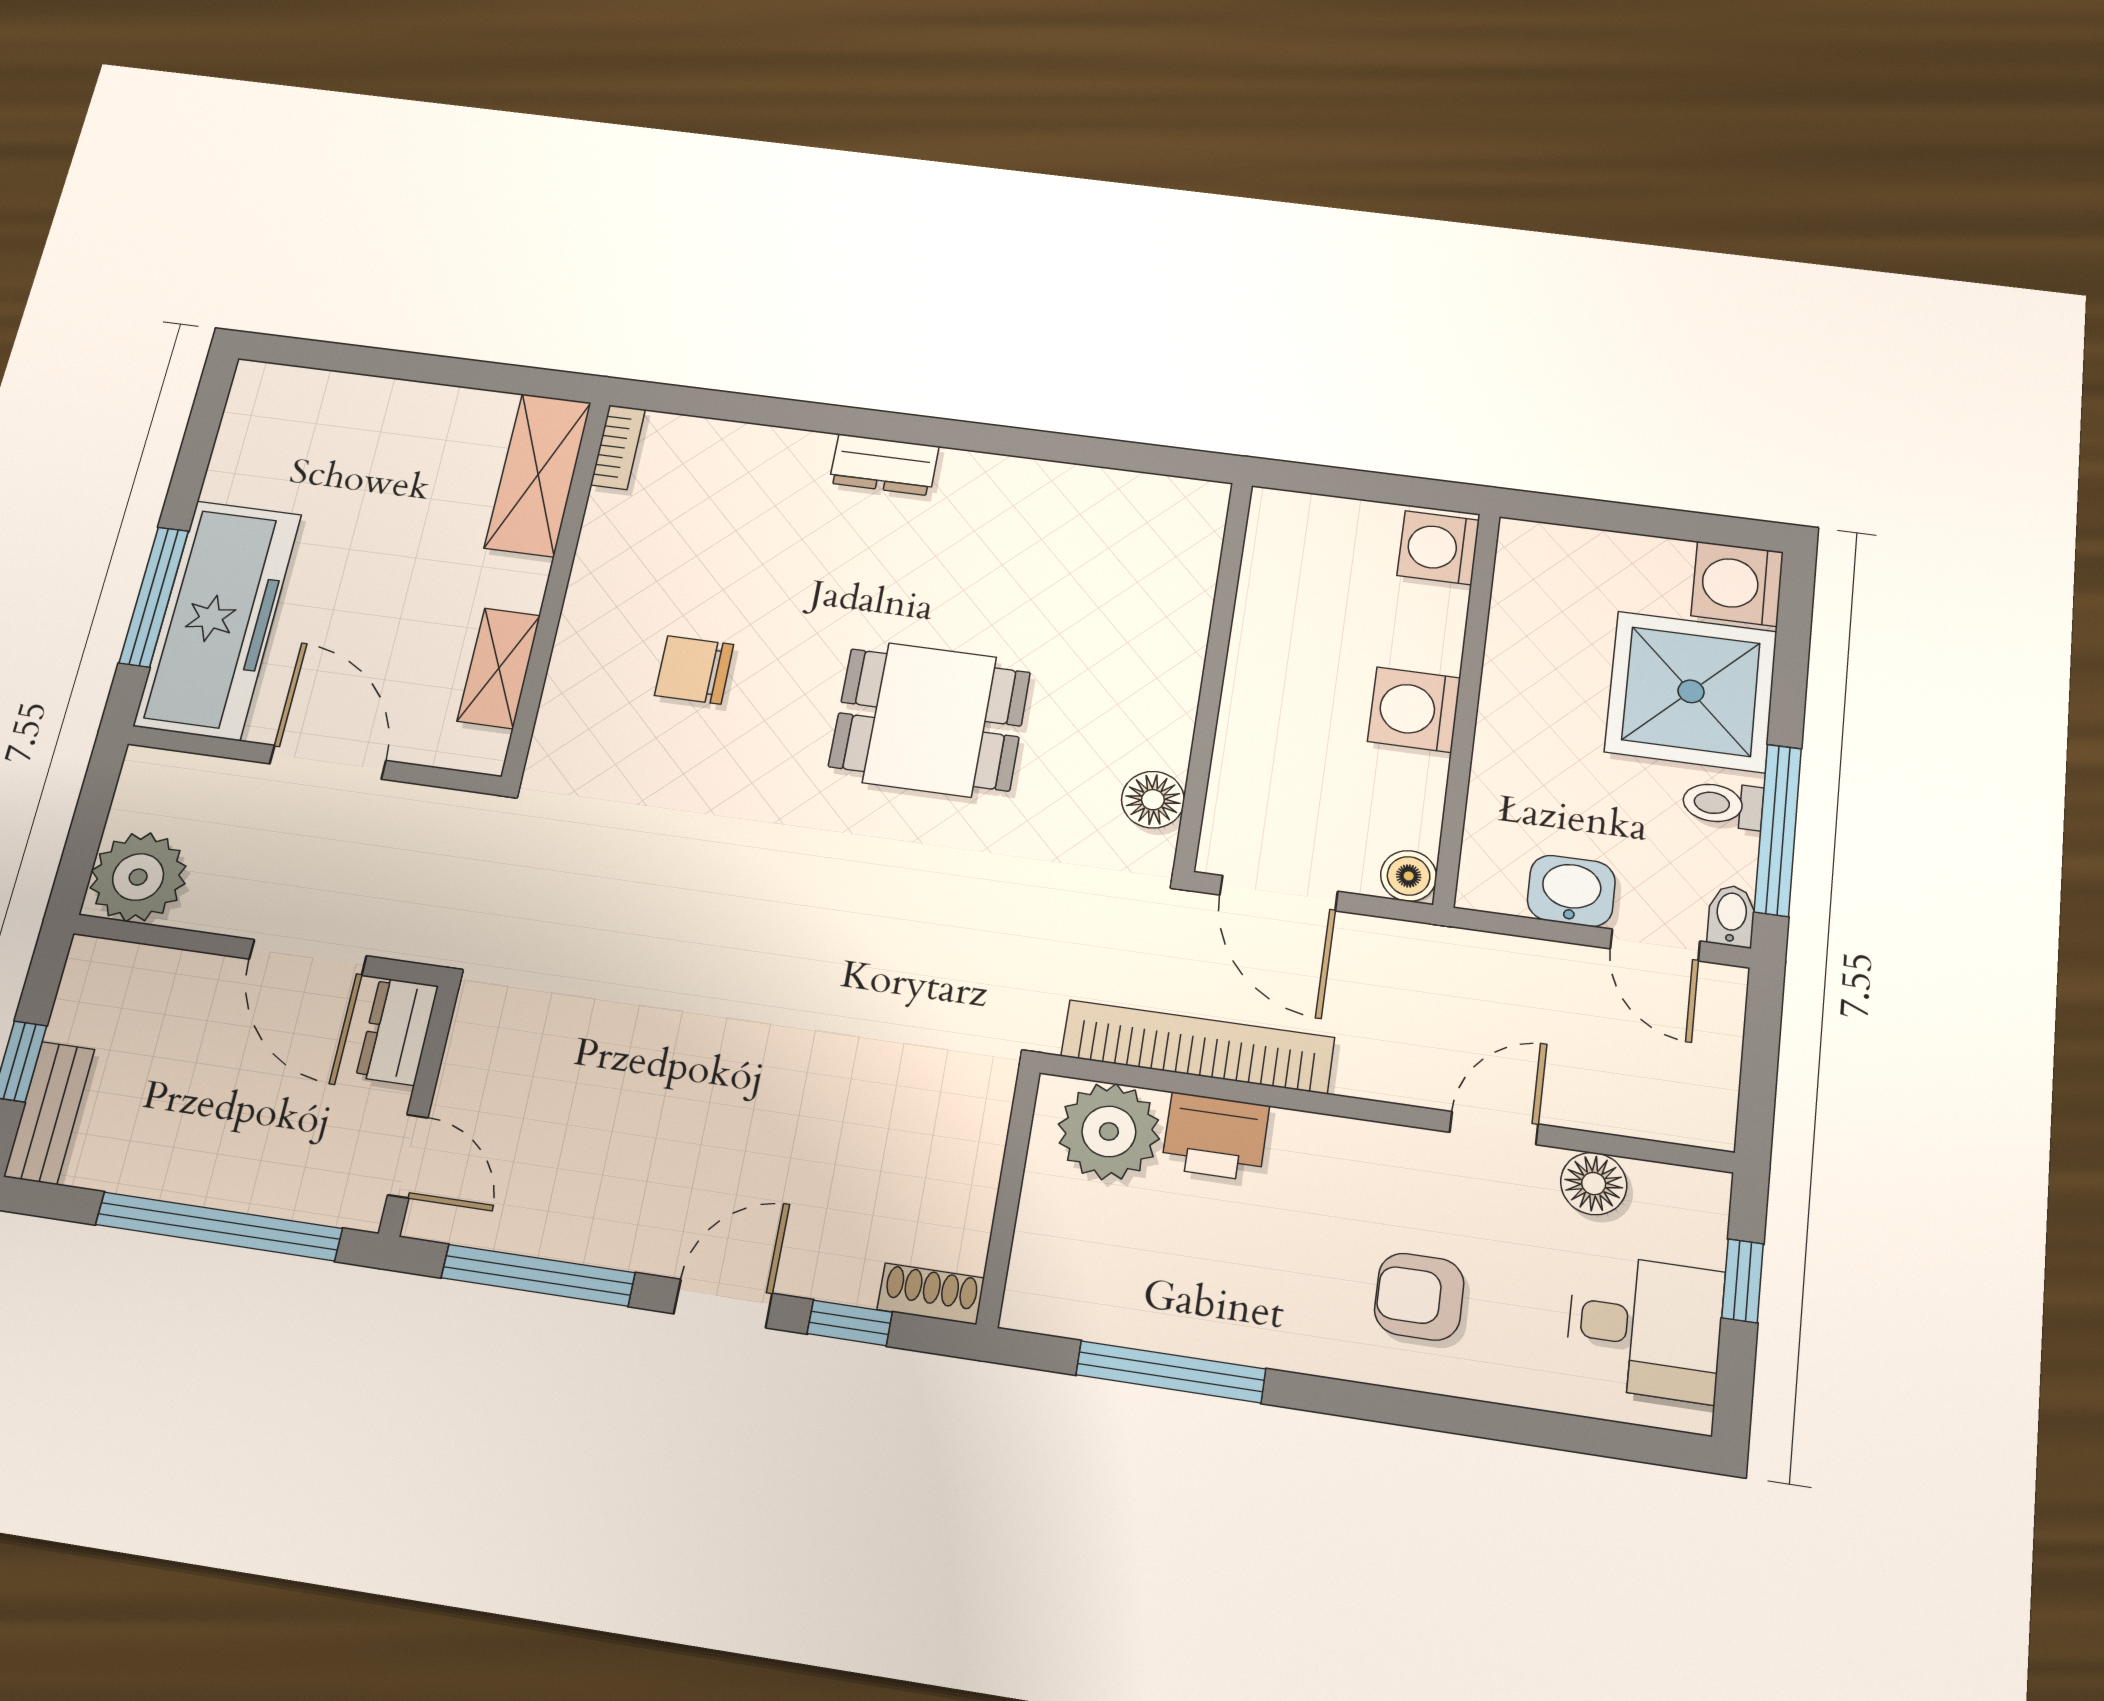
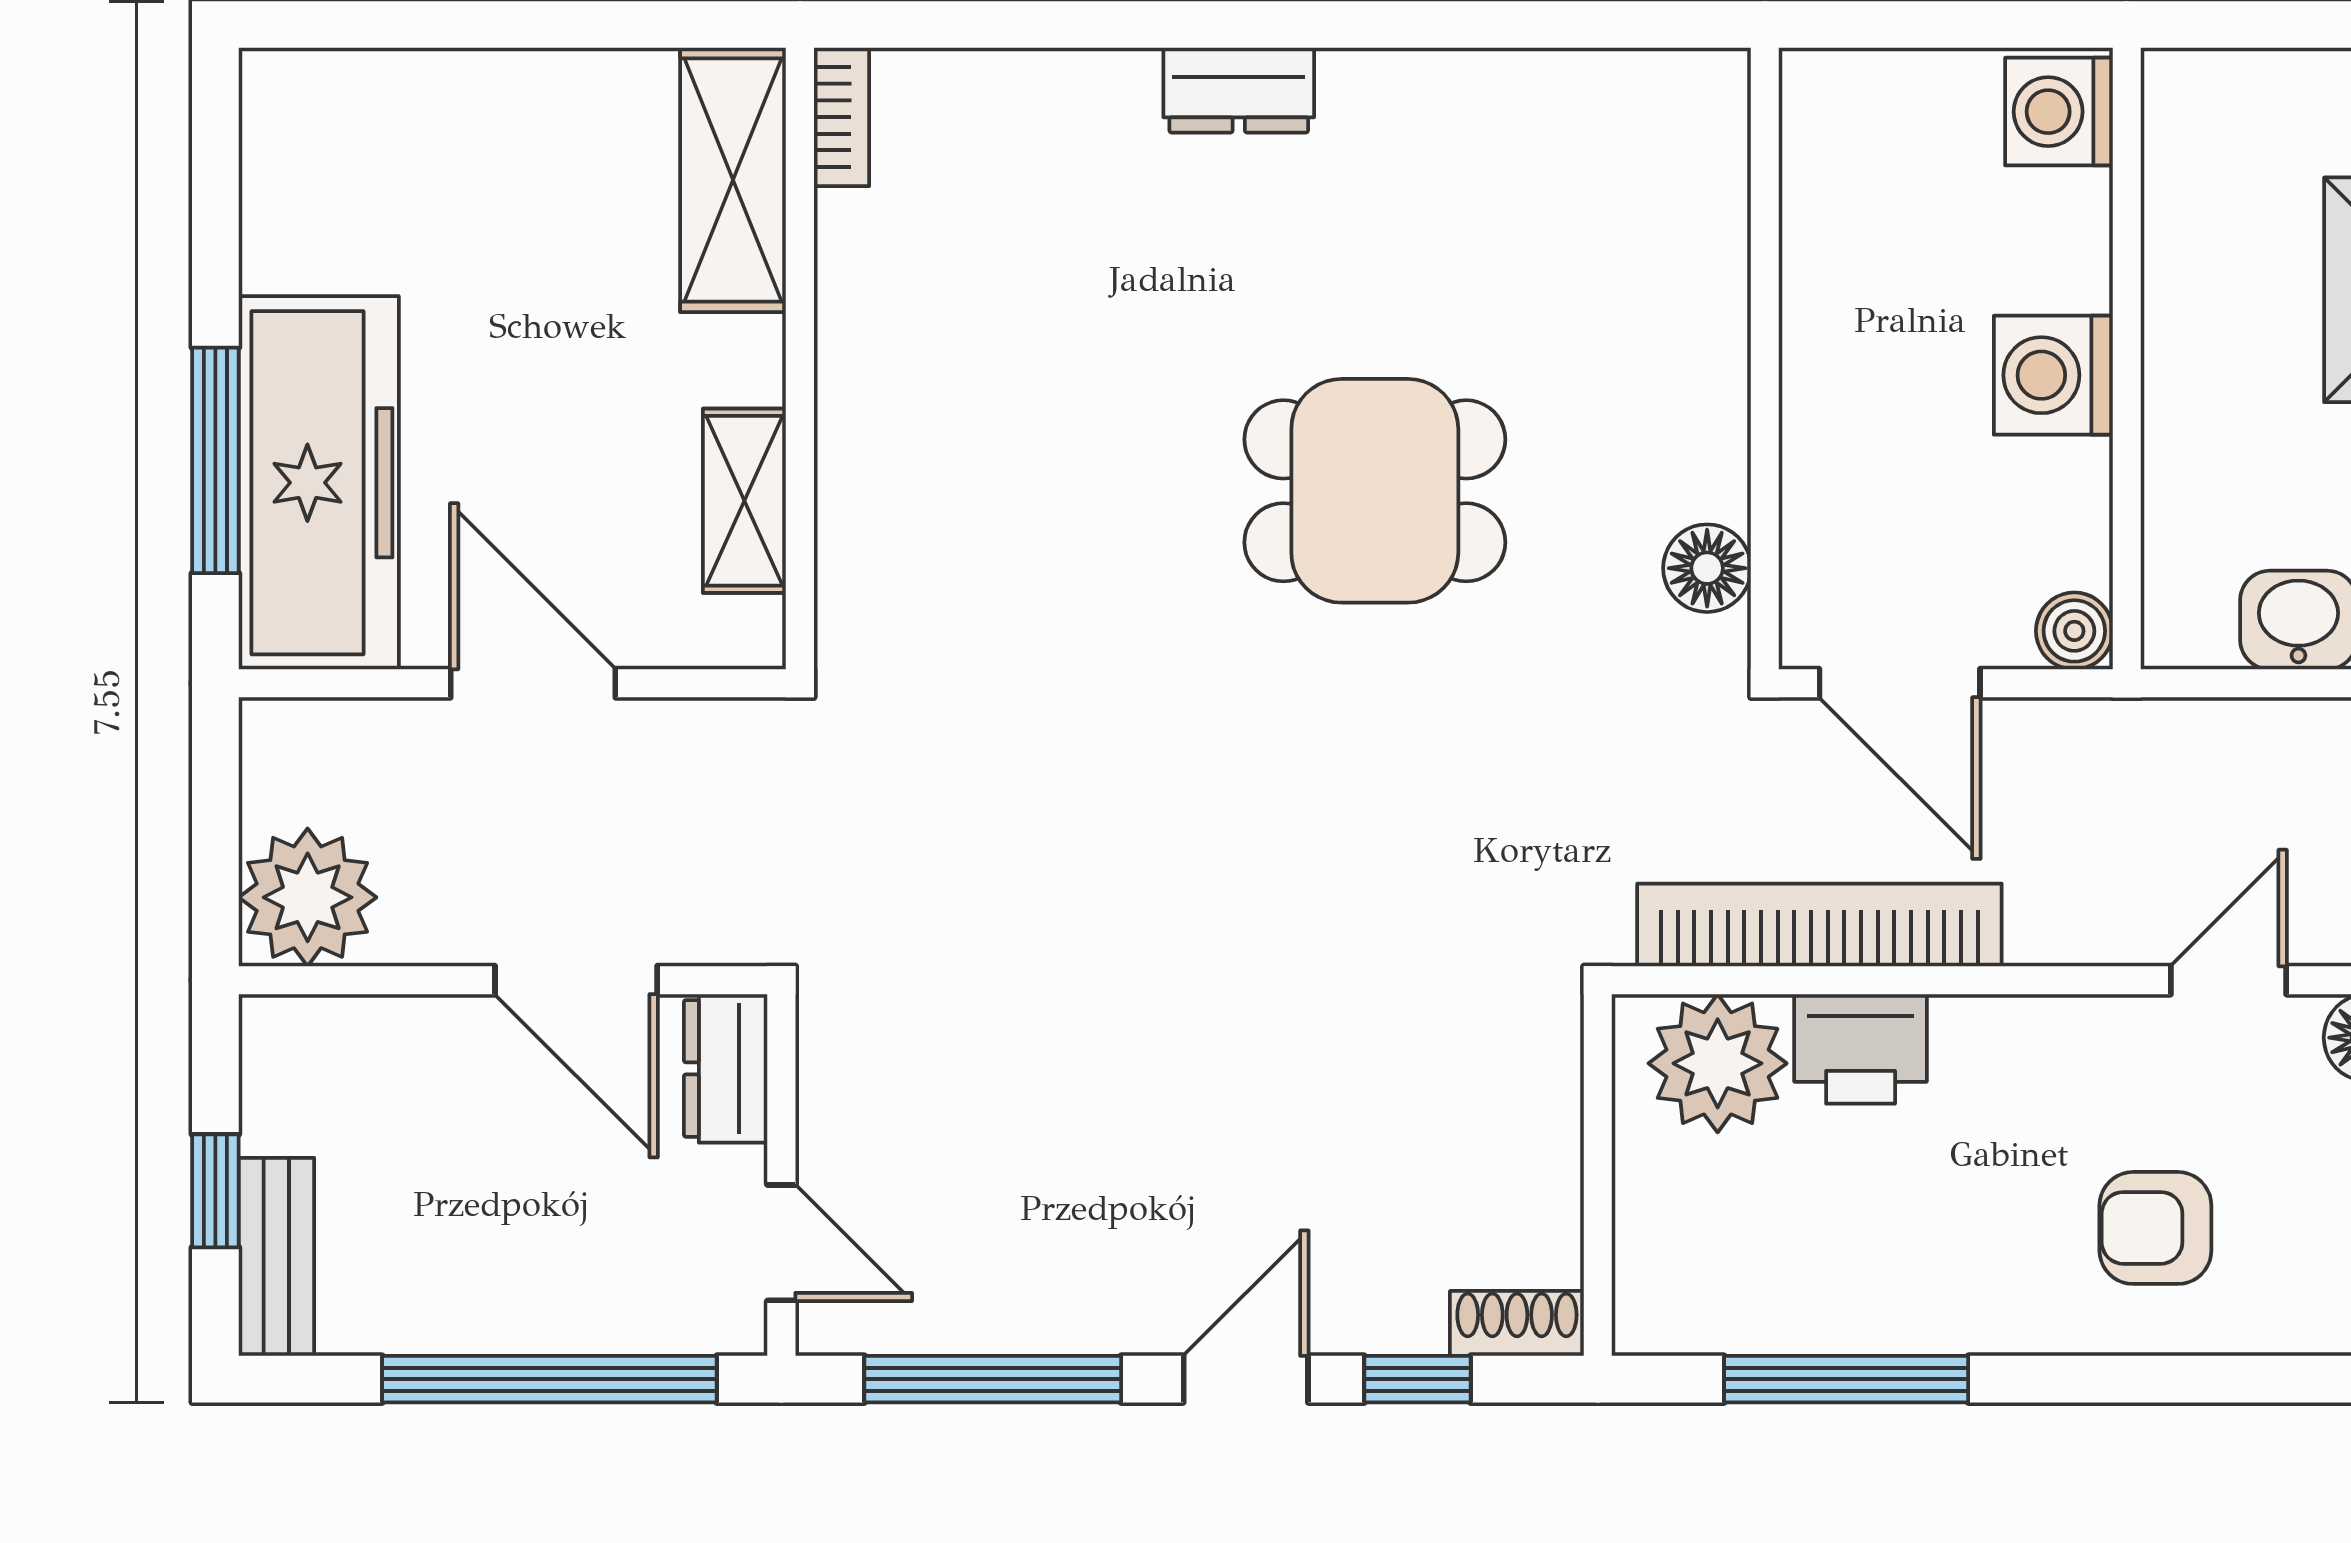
chair: (694, 670) -> (1025, 462), removed

